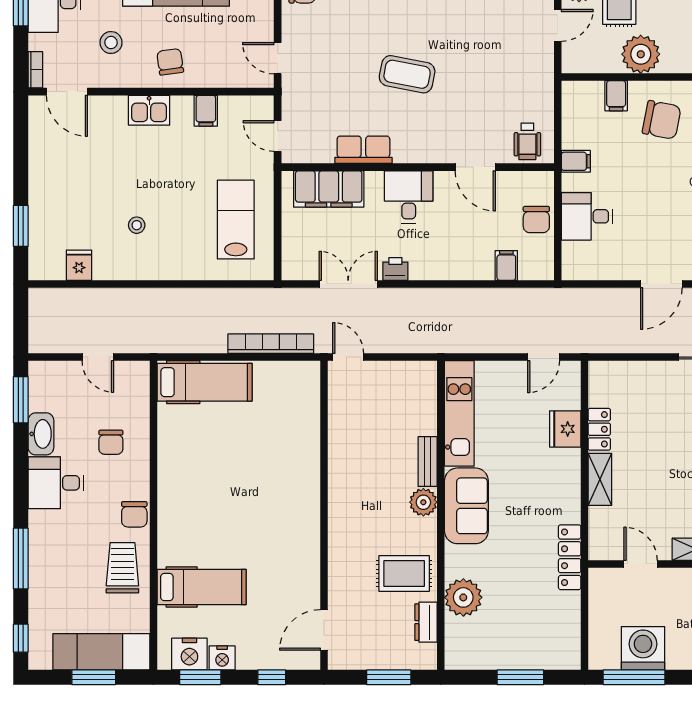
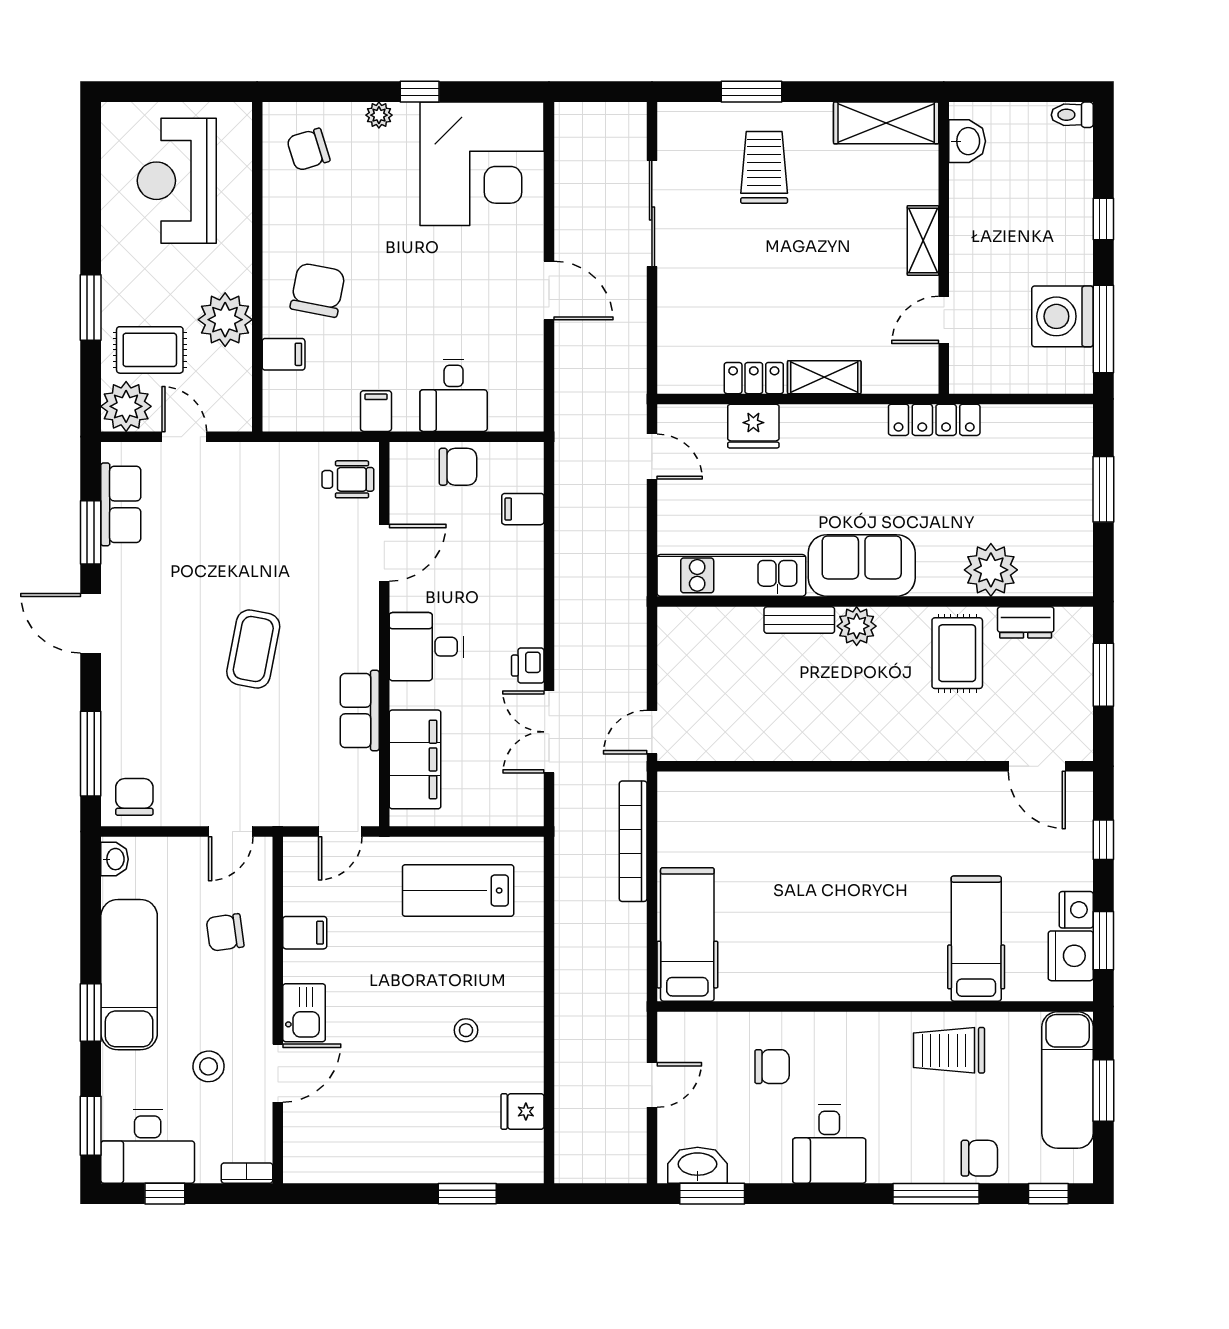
chair: (170, 62) -> (225, 932), moved
door: (67, 92) -> (278, 1073), moved
washbasin: (41, 434) -> (698, 1165), moved
chair: (134, 514) -> (979, 1158), moved

